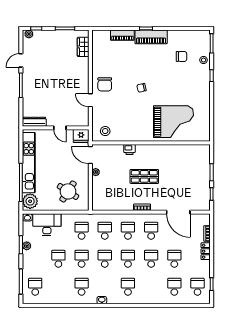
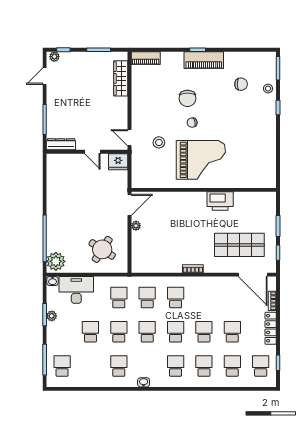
piano: (122, 35) -> (146, 58), moved
wardrobe: (83, 47) -> (121, 78), width x1.50
door: (21, 60) -> (45, 76), moved
chair: (105, 84) -> (187, 98), moved
dresser: (34, 122) -> (61, 144), moved
grand piano: (173, 122) -> (201, 160), moved
wall: (56, 128) -> (87, 152), moved
door: (60, 128) -> (92, 152), moved
stool: (105, 131) -> (159, 142), moved
fridge: (81, 136) -> (118, 162), moved
printer: (129, 149) -> (220, 201), moved, width x1.87, depth x1.48
door: (90, 155) -> (129, 205), swing flipped
kitchen unit: (29, 163) -> (54, 214), removed
shop shelf: (144, 176) -> (239, 245), moved, width x1.43, depth x1.36
door: (178, 212) -> (253, 275), moved
school desk: (151, 231) -> (204, 366), moved
locker: (206, 251) -> (271, 328), width x1.53

